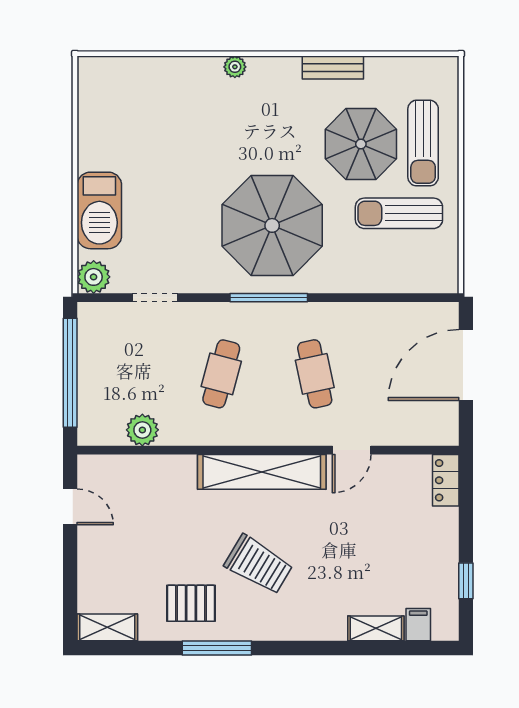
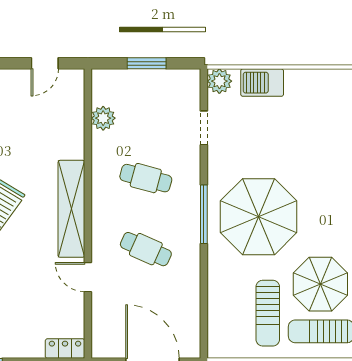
barbecue: (99, 210) -> (262, 83), width x0.73, depth x0.83
sun lounger: (399, 213) -> (268, 313), turned 180
window: (70, 373) -> (147, 63), width x0.47
cafe table: (315, 374) -> (146, 249), turned 36

